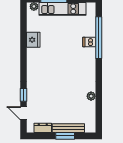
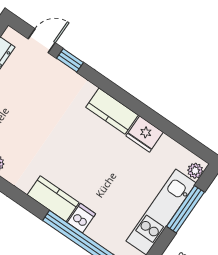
kitchen counter: (89, 60) -> (53, 199), added
kitchen counter: (33, 61) -> (112, 111), added

